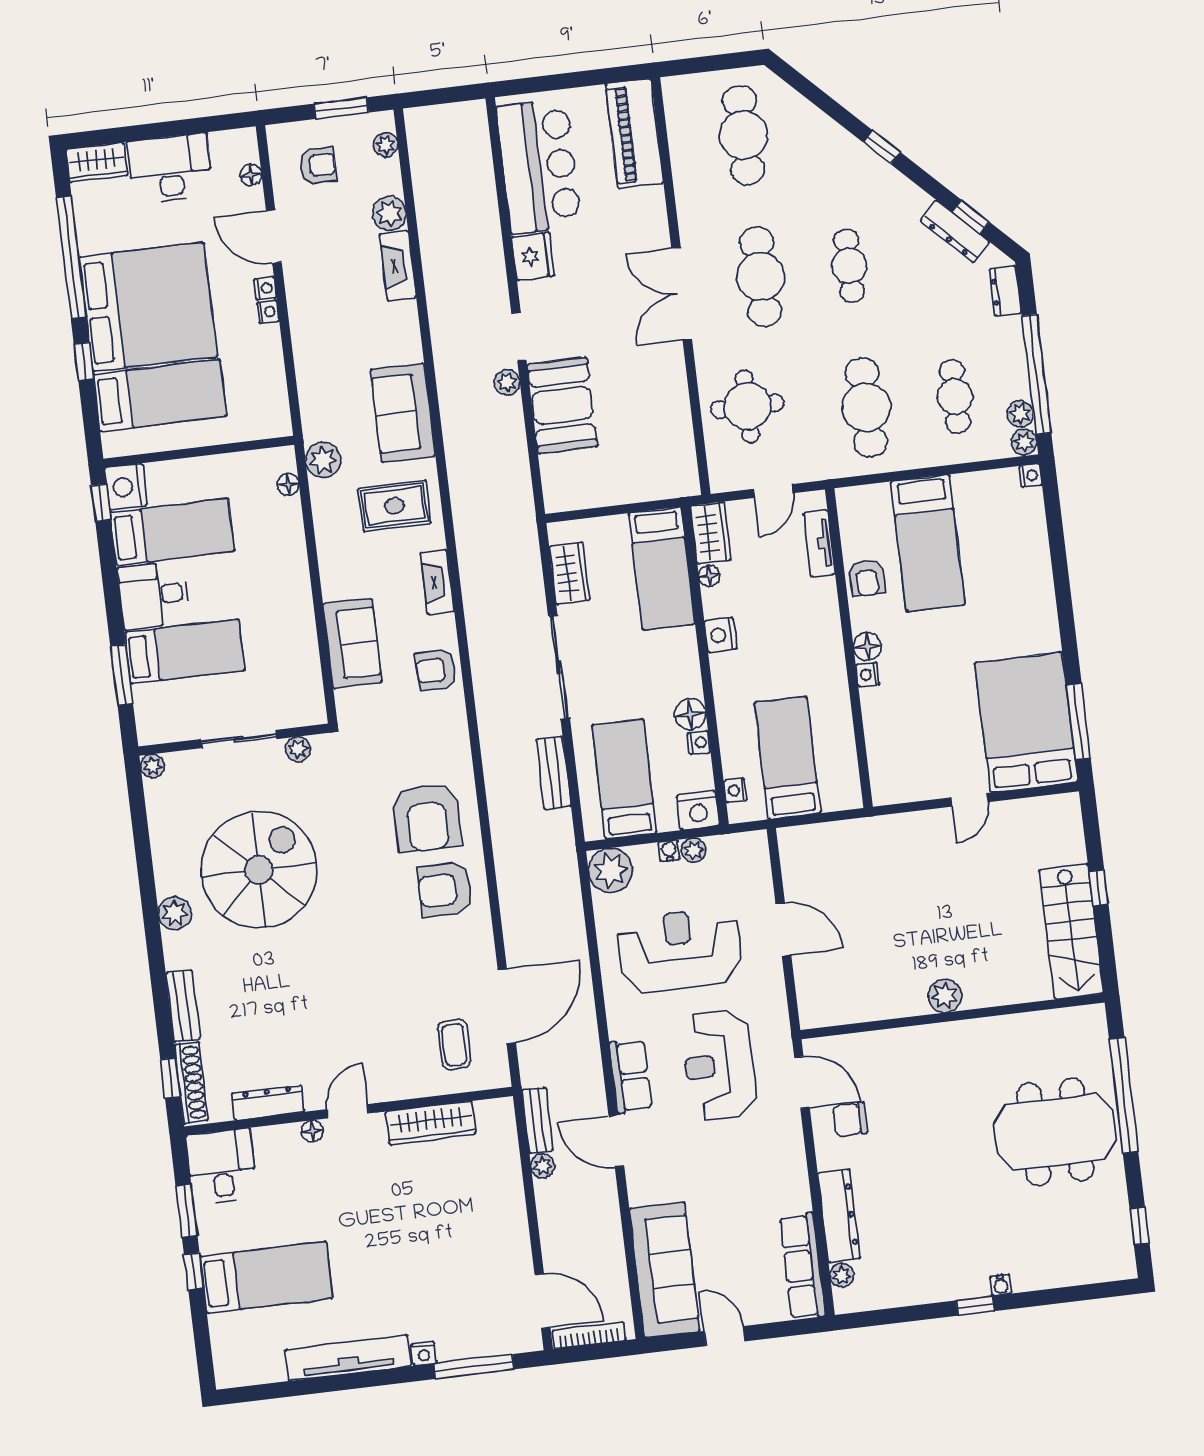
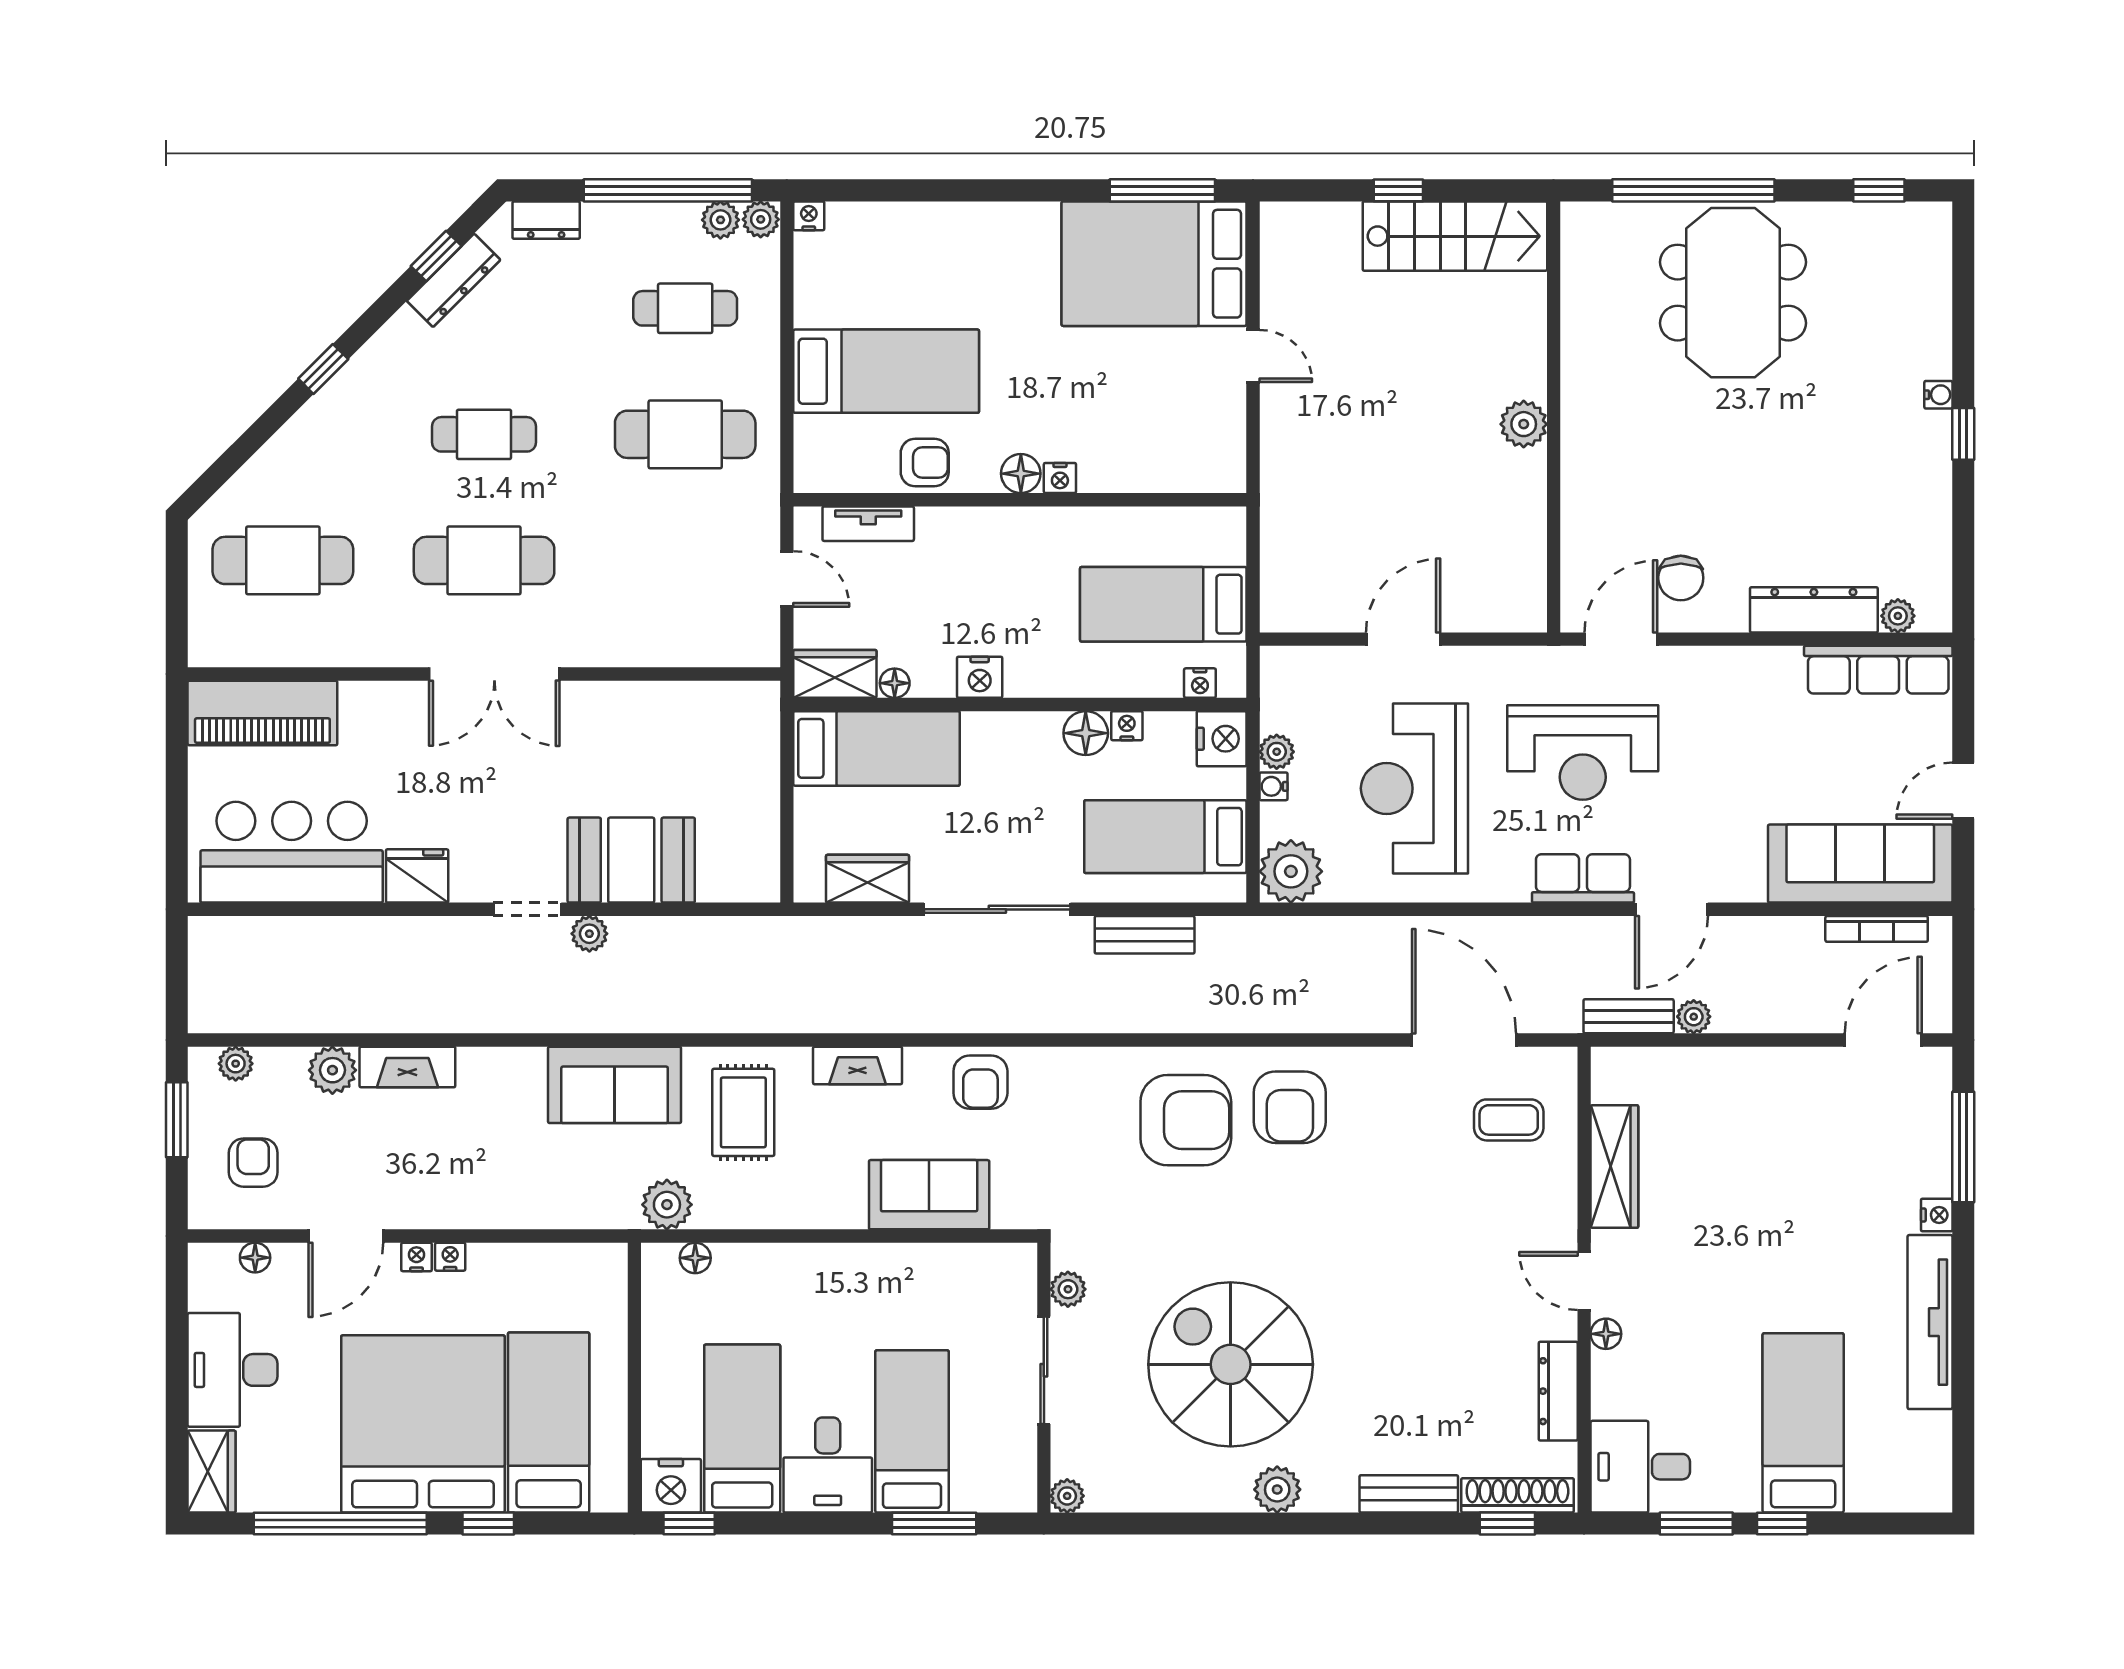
round table: (747, 406) -> (664, 601), removed
bookcase: (589, 1335) -> (1877, 929), moved, turned -90

